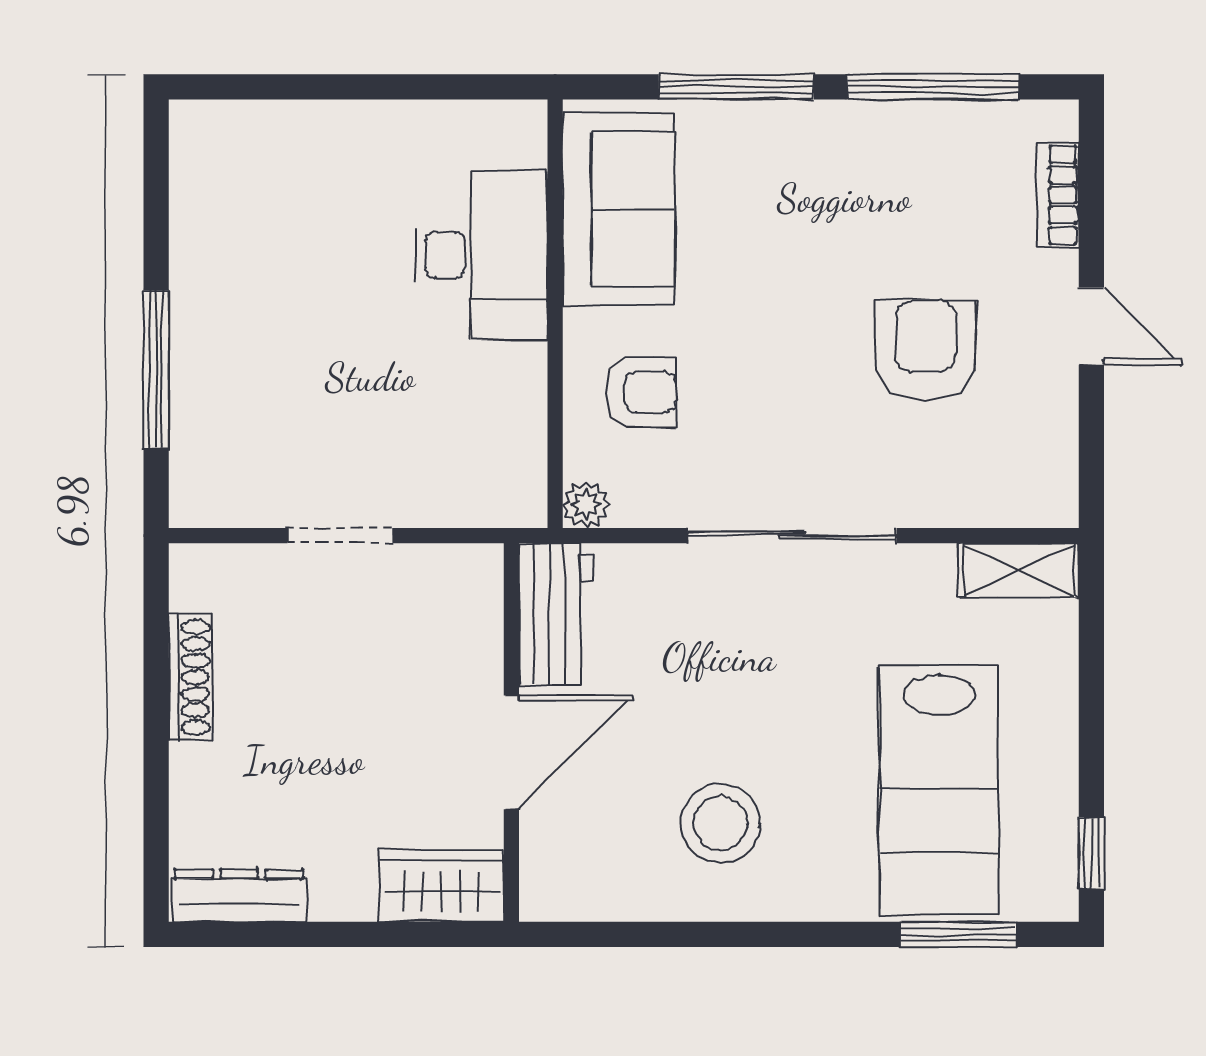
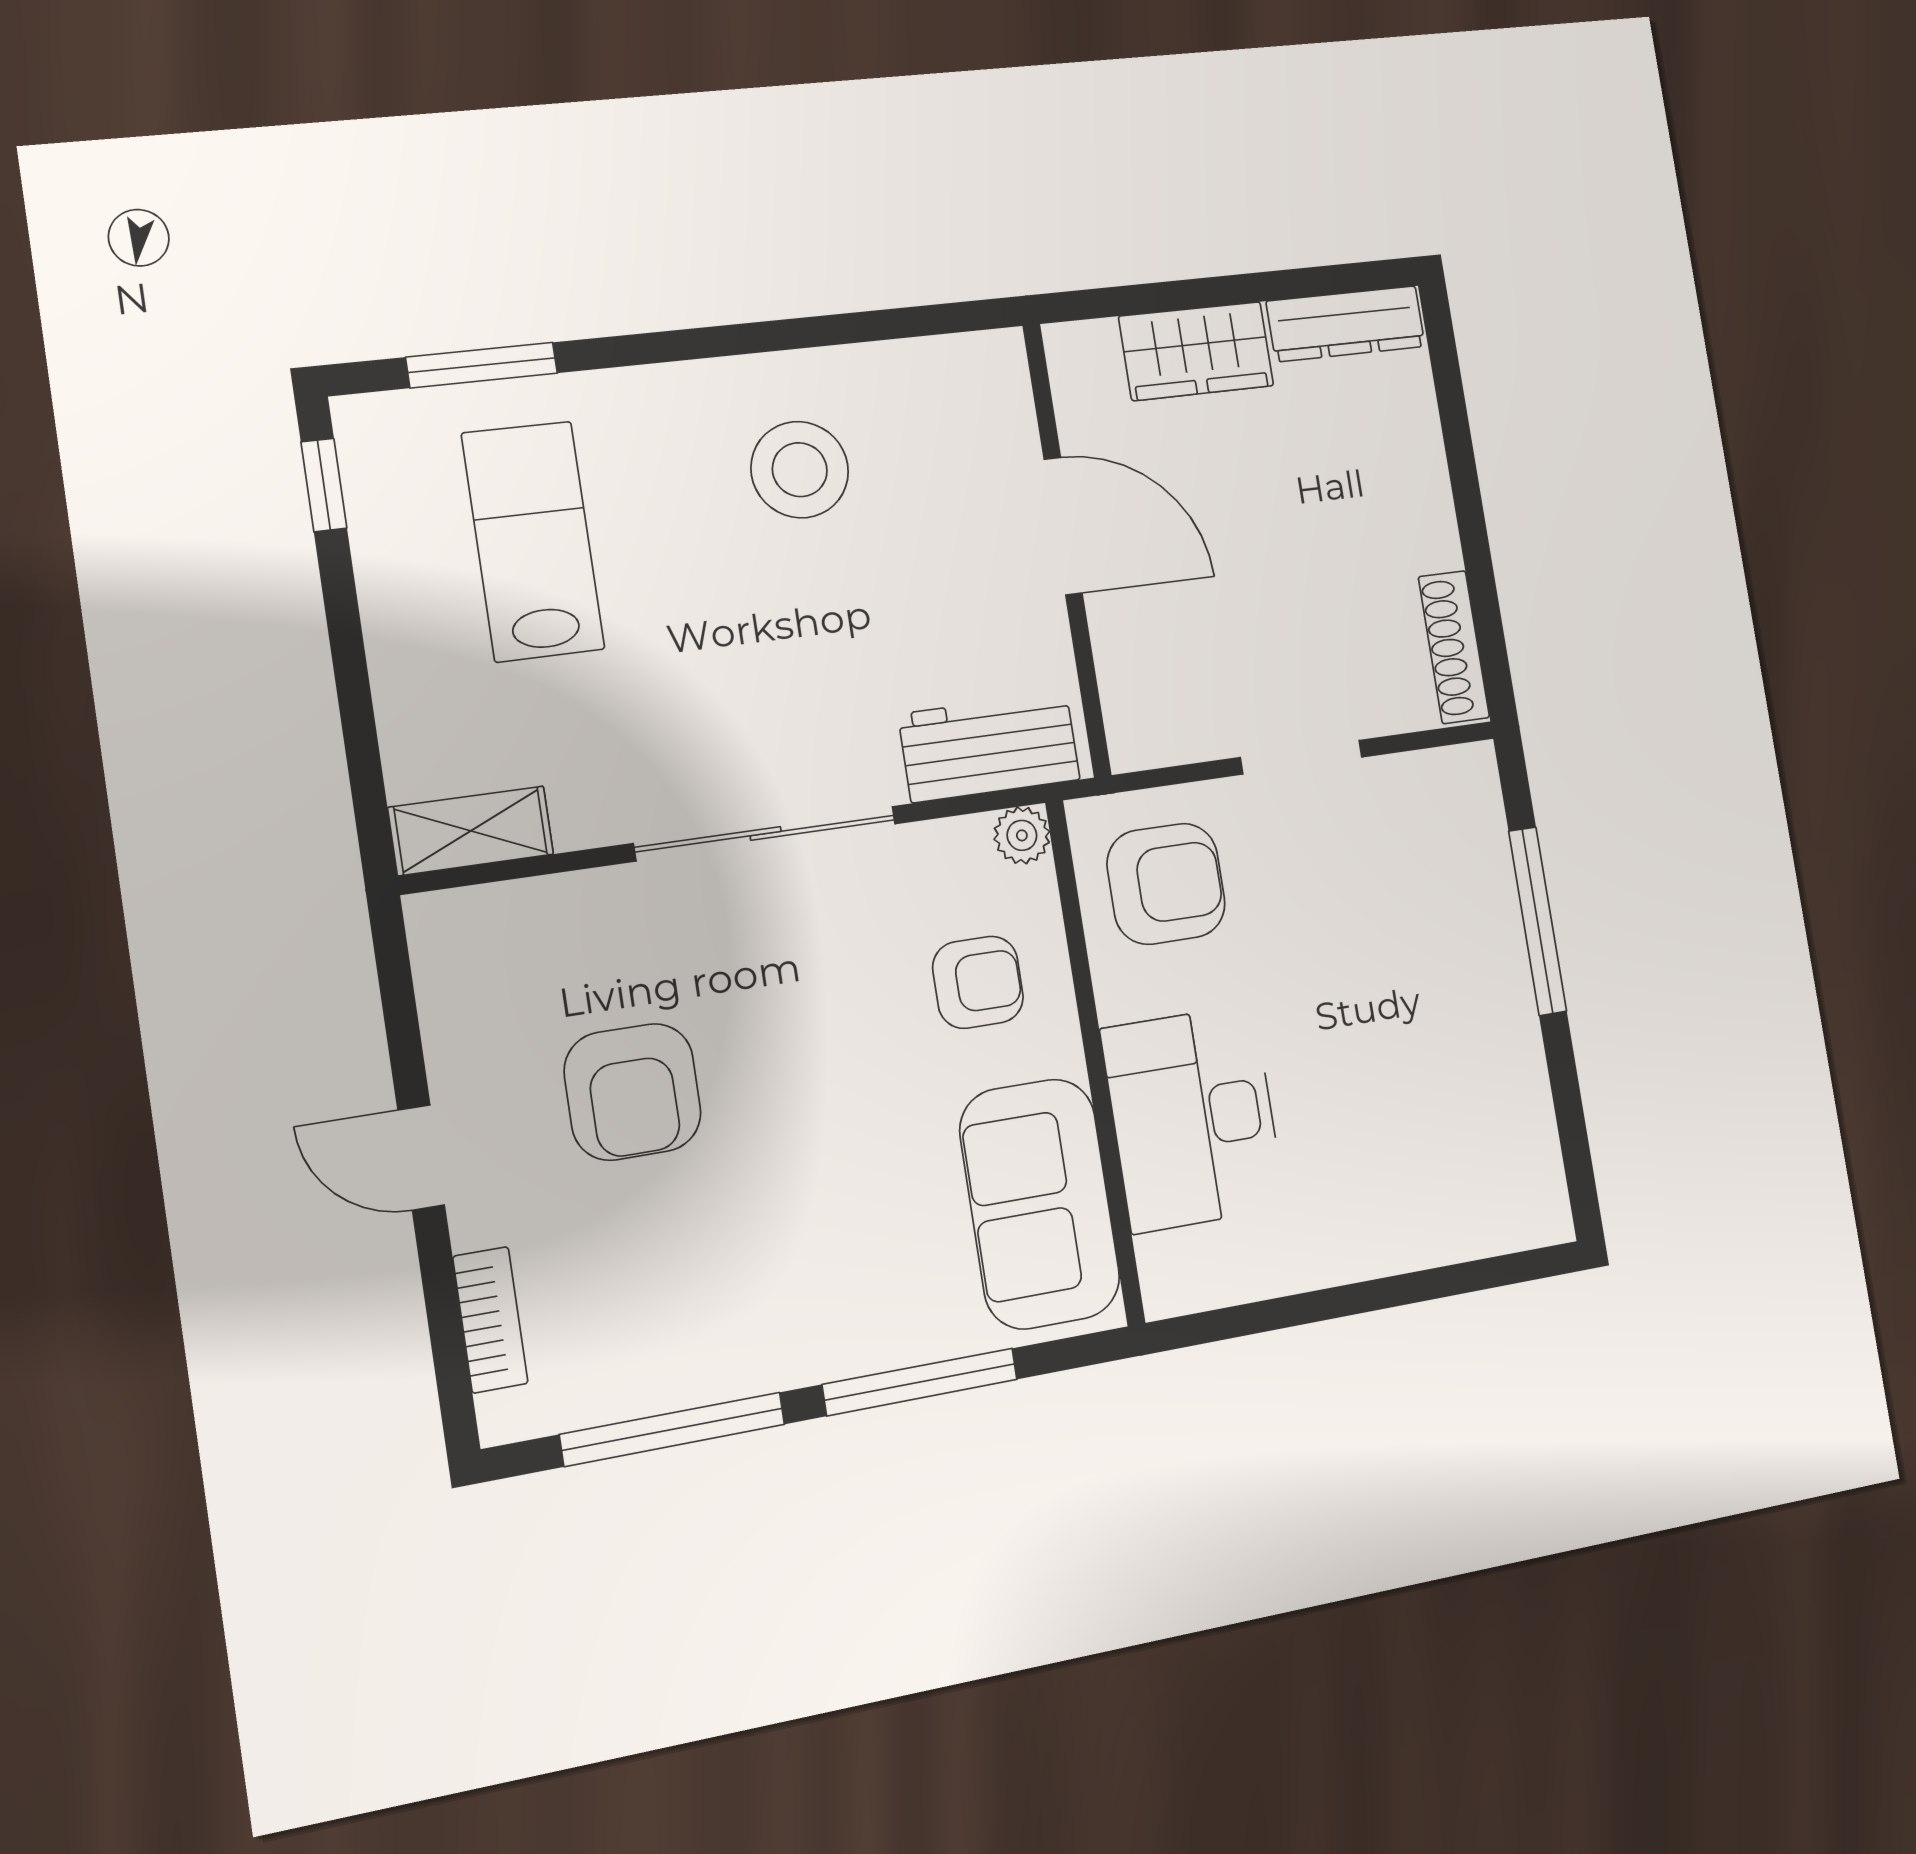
armchair: (641, 392) -> (978, 982), turned 180
armchair: (473, 448) -> (1166, 884), added
workbench: (555, 614) -> (989, 747), moved, turned 90
shoe rack: (190, 677) -> (1454, 647), moved
door: (511, 752) -> (1063, 526), swing flipped
lab bench: (939, 790) -> (533, 541), width x0.73, depth x0.72
wardrobe: (441, 886) -> (1196, 351), moved

